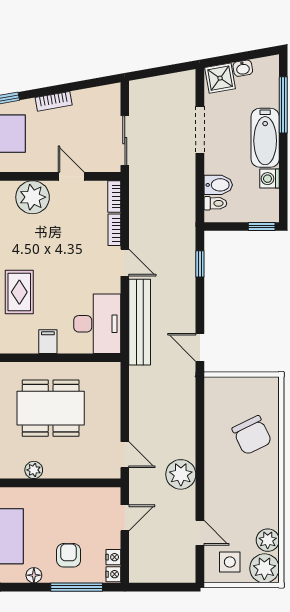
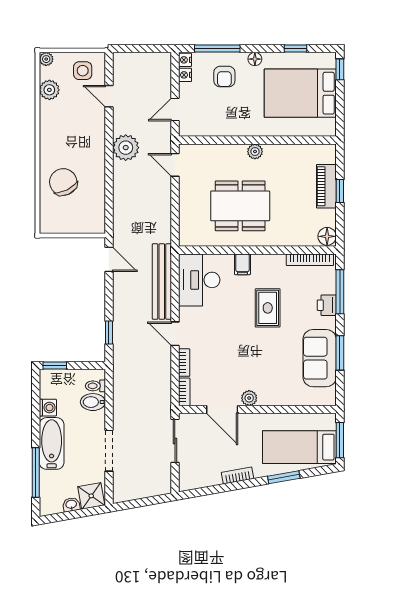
door: (71, 176) -> (222, 410), width x1.38
plant: (33, 197) -> (249, 398), width x0.53, depth x0.53
plant: (264, 568) -> (46, 59), width x0.53, depth x0.53

